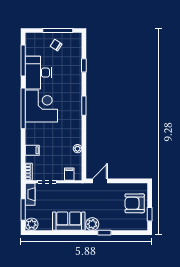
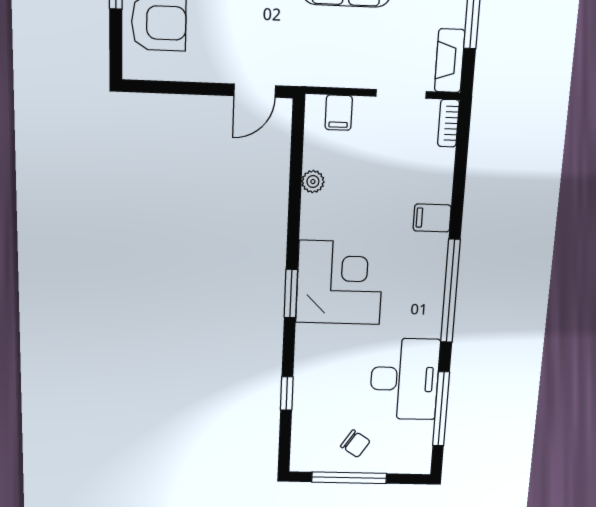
corner desk: (41, 106) -> (340, 283), moved, turned 180
filing cabinet: (32, 150) -> (432, 218), moved

